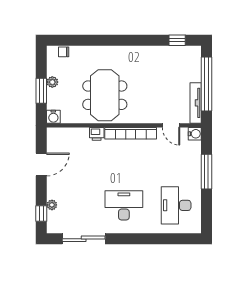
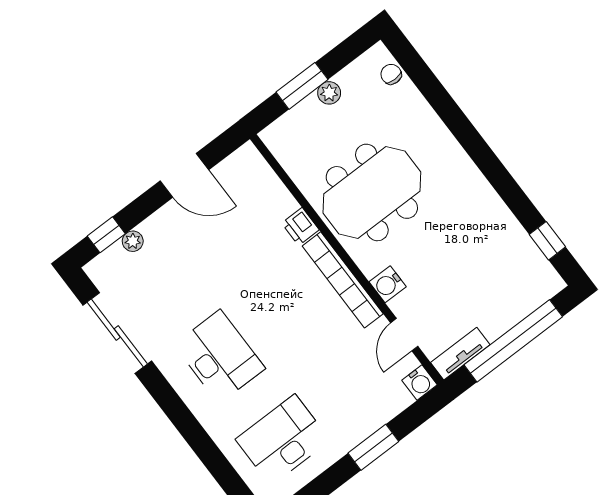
tv unit: (196, 103) -> (460, 354), width x0.71
water cooler: (53, 117) -> (388, 284), moved
window: (206, 172) -> (373, 447), width x0.69

